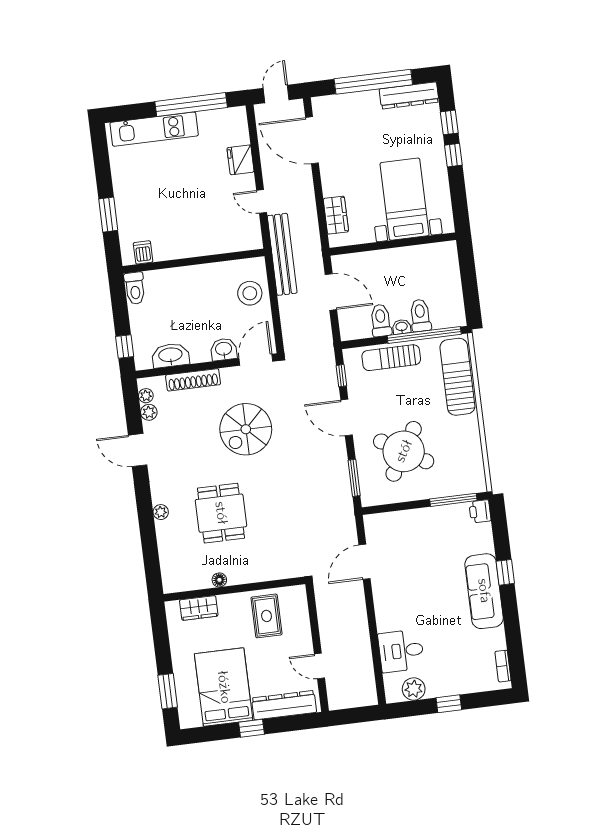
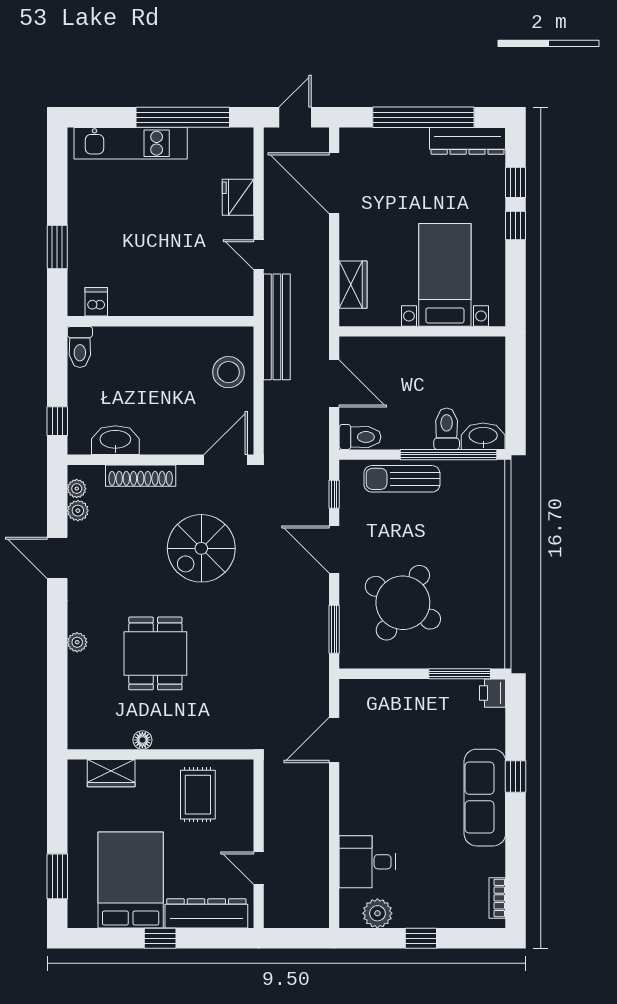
toilet: (381, 320) -> (360, 437), moved, turned 90
washbasin: (402, 327) -> (483, 436), moved, width x1.91, depth x1.45
washbasin: (224, 349) -> (185, 441), removed
sun lounger: (457, 377) -> (485, 514), removed

